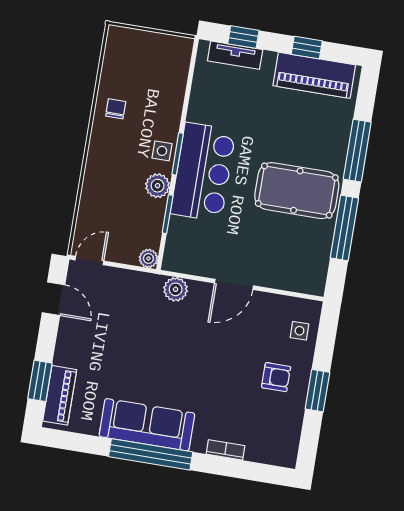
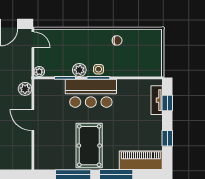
piano: (314, 75) -> (141, 160), moved, turned 90
side table: (299, 331) -> (14, 160), removed

